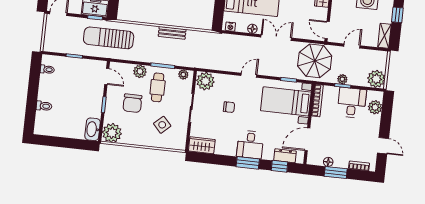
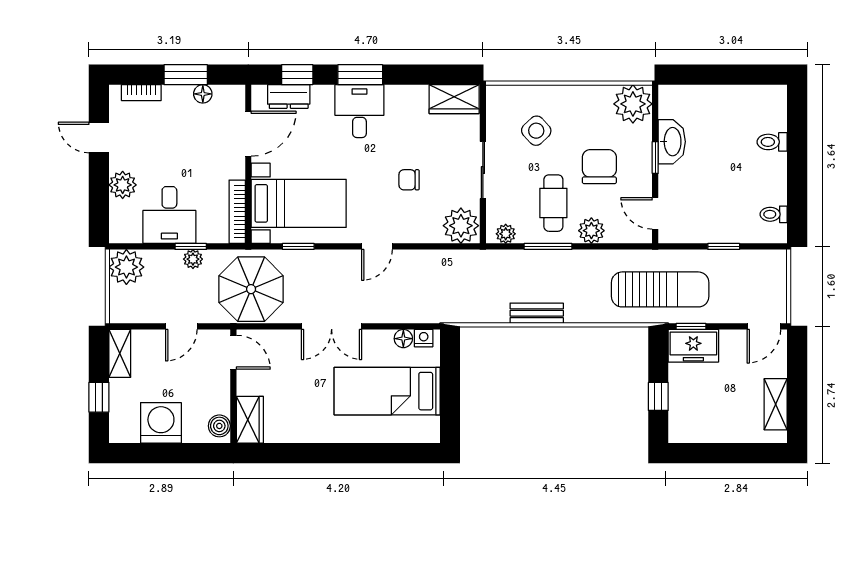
floor lamp: (252, 29) -> (403, 339), moved
plant: (375, 107) -> (123, 185), moved
washbasin: (93, 129) -> (672, 142), moved

